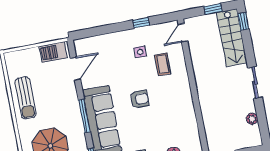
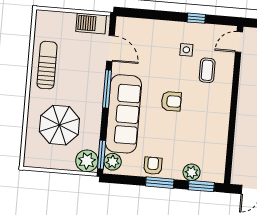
door: (75, 69) -> (110, 48), hinge flipped
sun lounger: (26, 98) -> (47, 65), turned 180
window: (84, 116) -> (107, 89), moved

